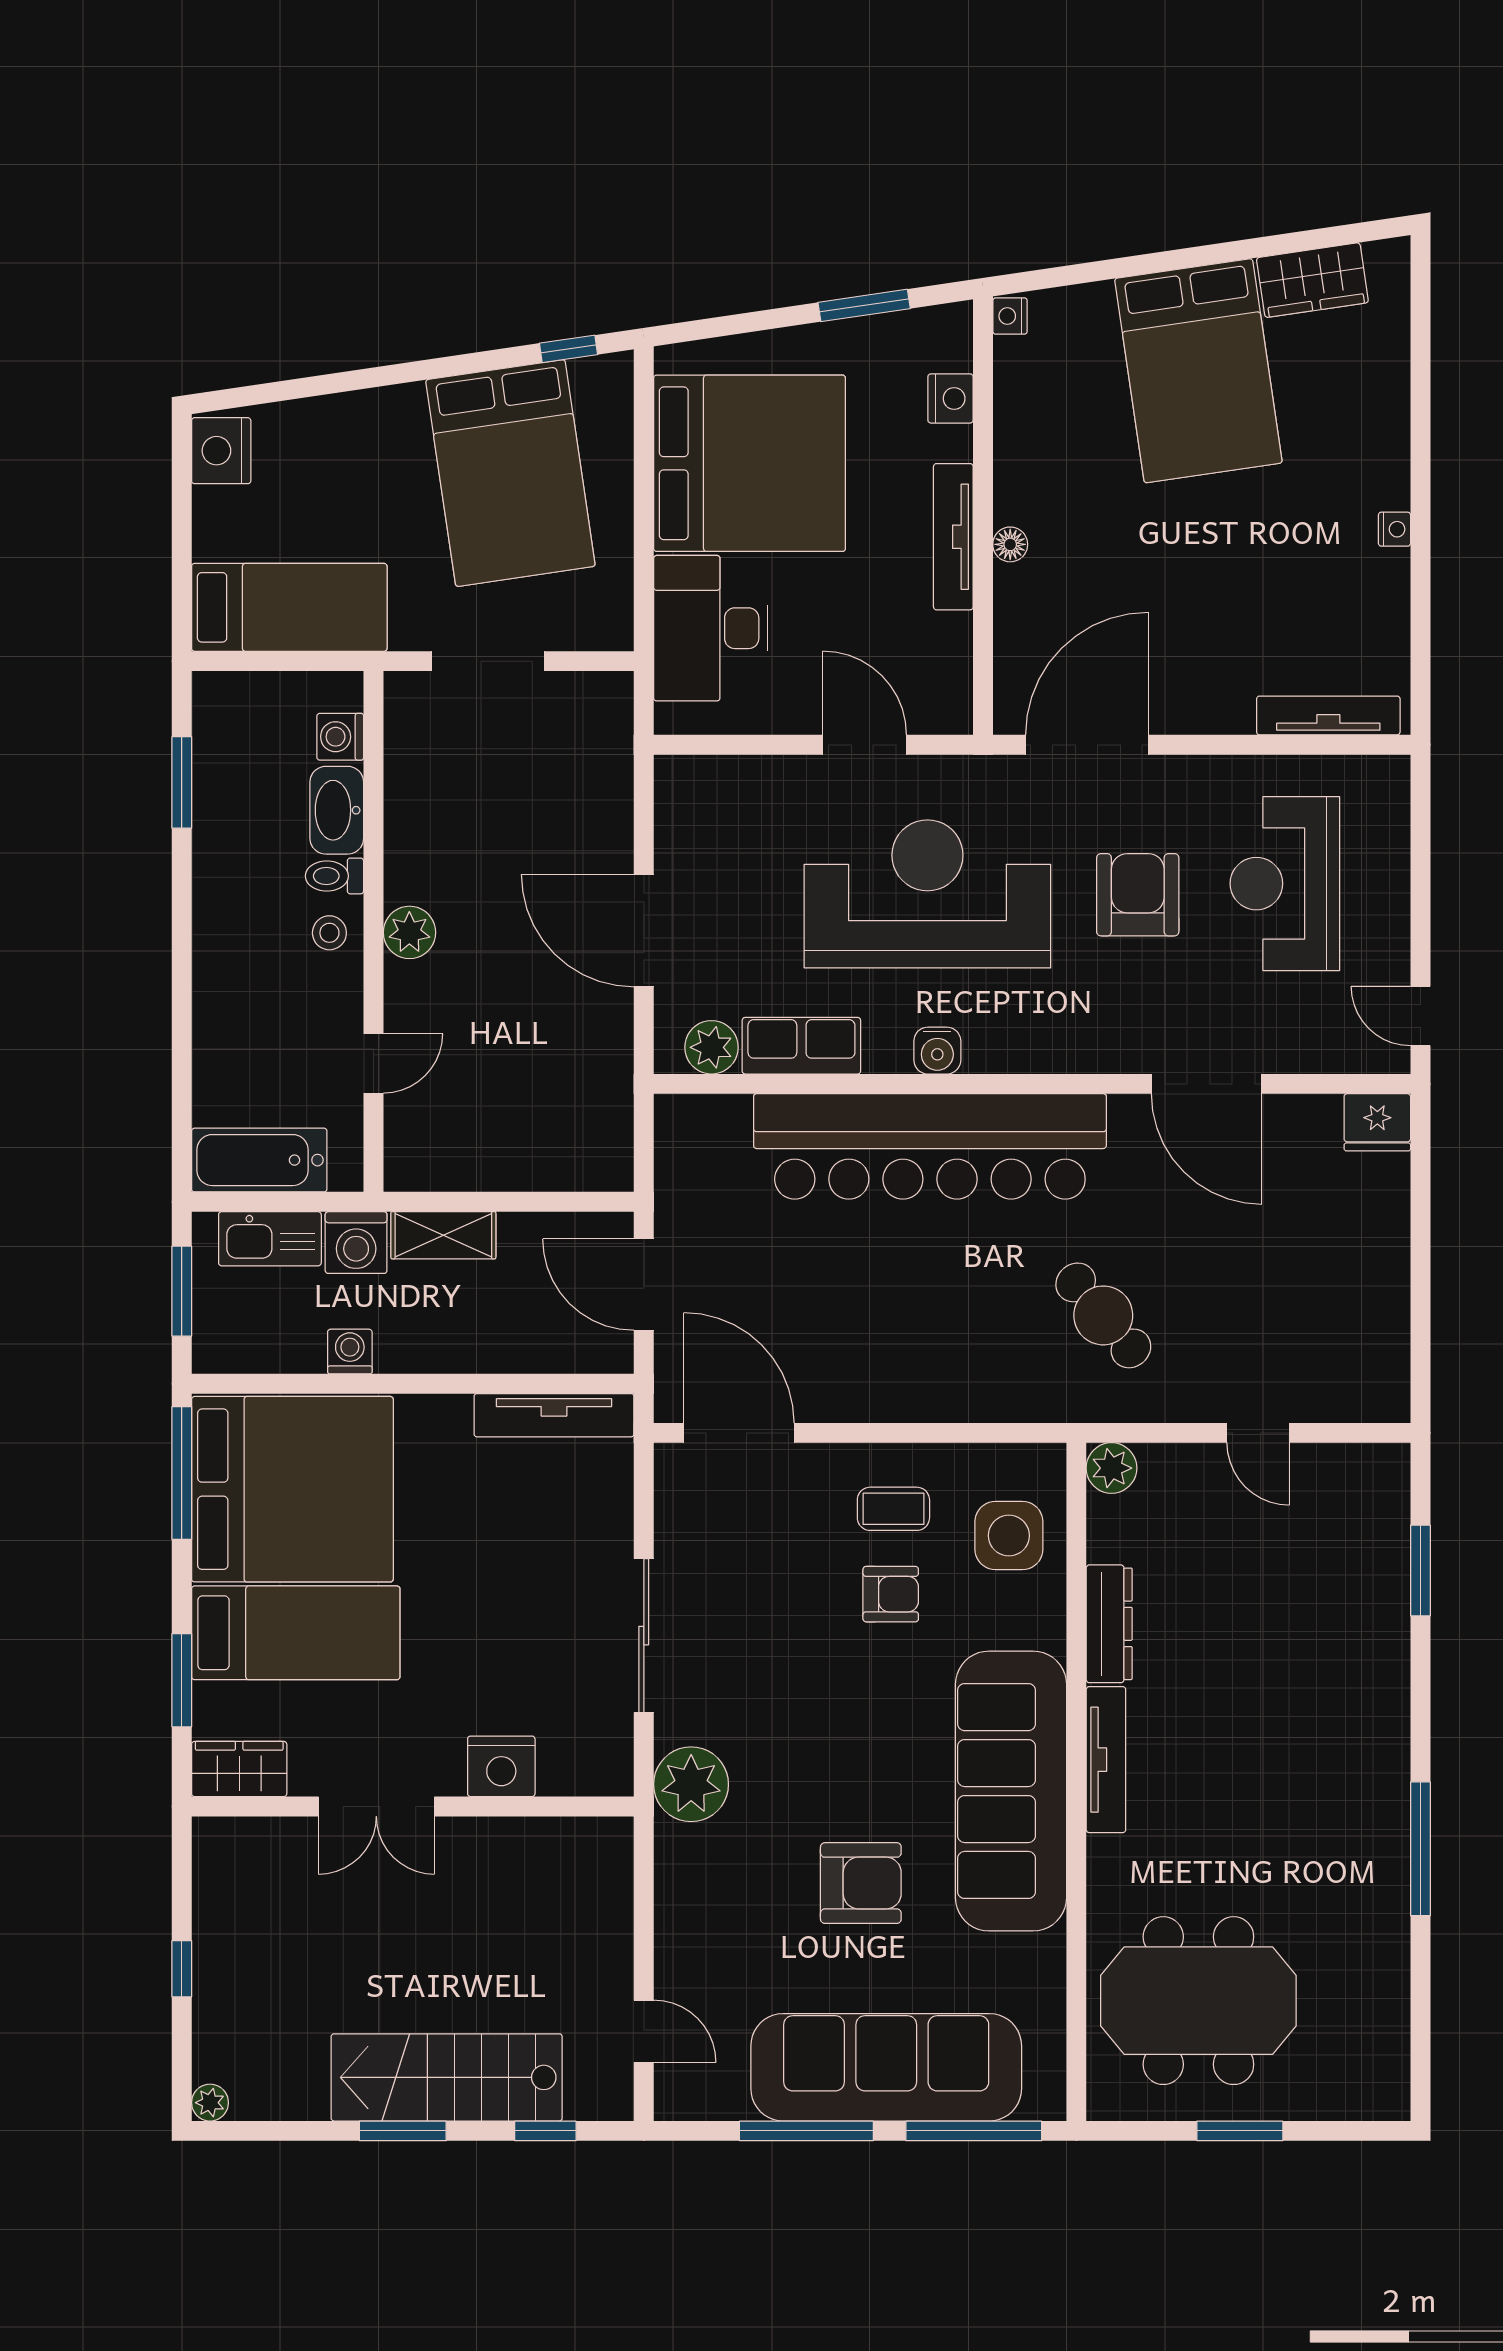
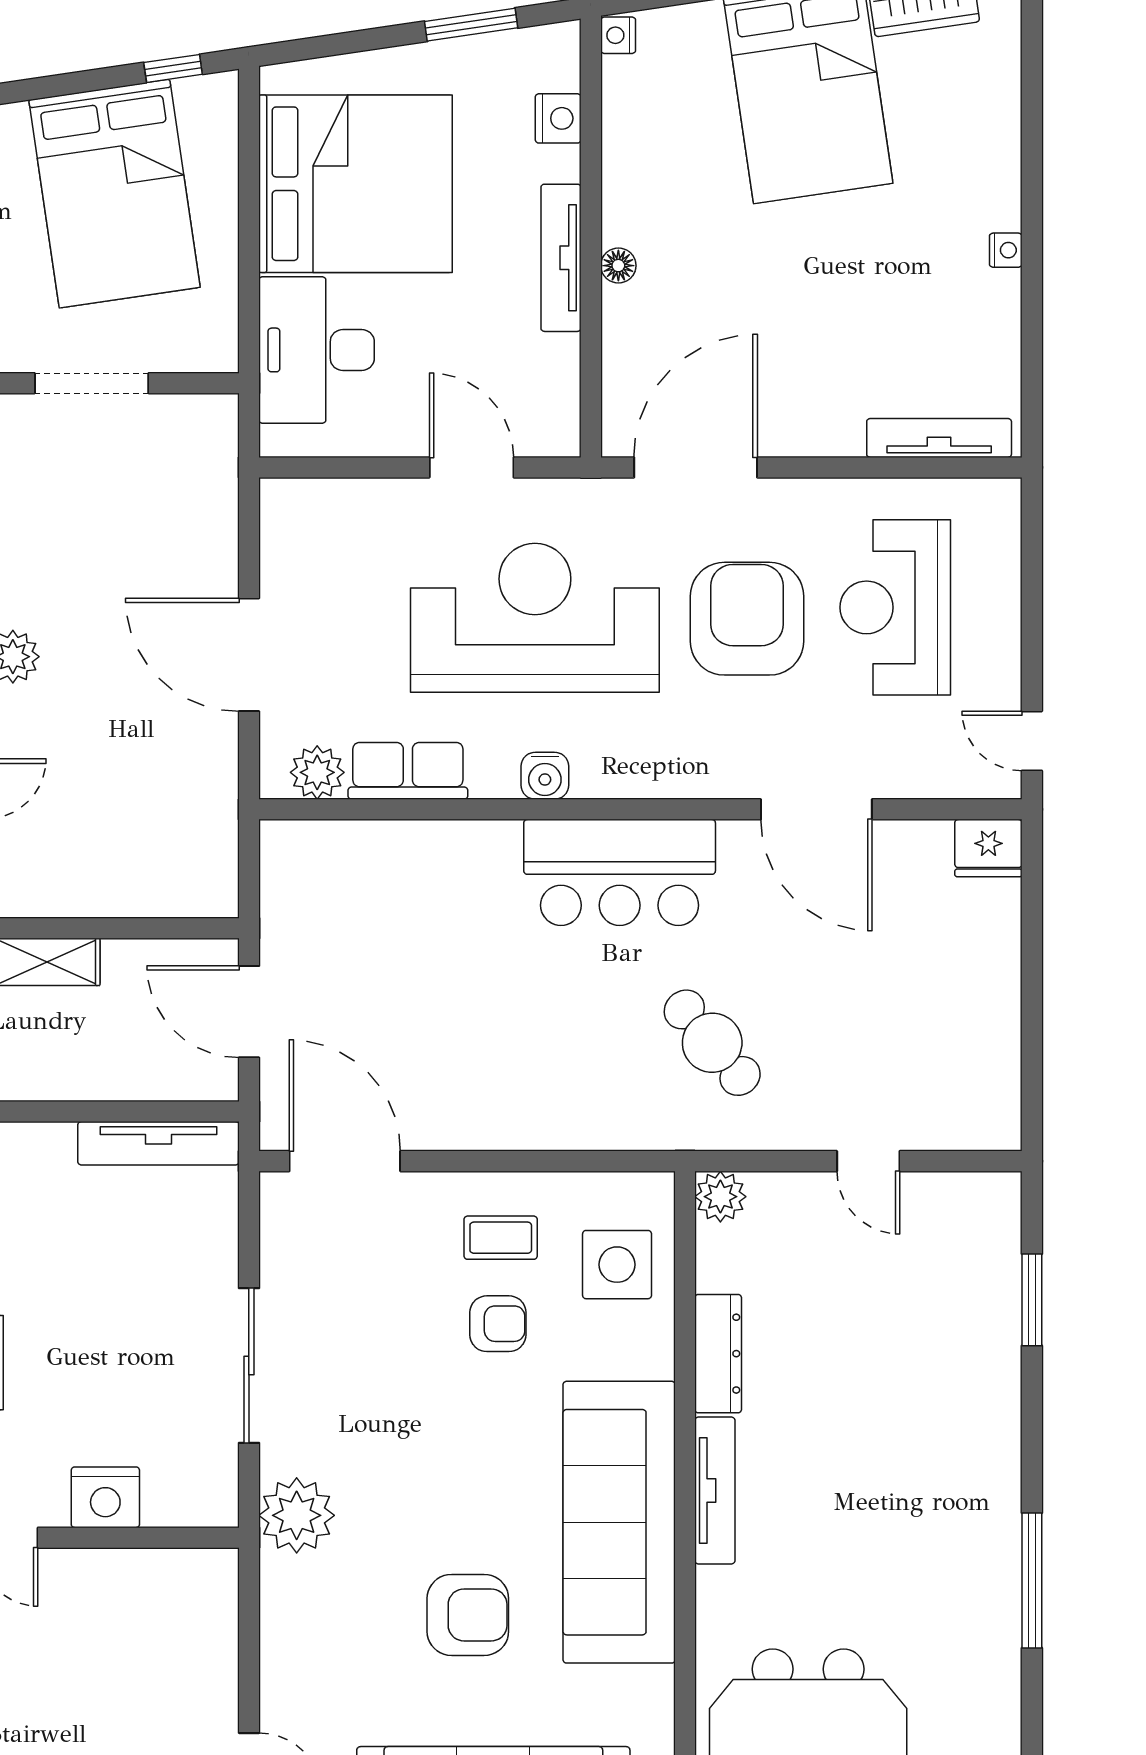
armchair: (1138, 895) -> (747, 619), width x1.36, depth x1.36
bar counter: (930, 1146) -> (620, 872), width x0.54

